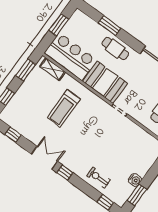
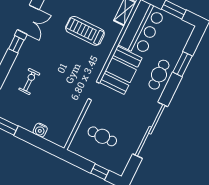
exercise bike: (99, 178) -> (29, 81), moved
water cooler: (135, 180) -> (40, 130), moved

